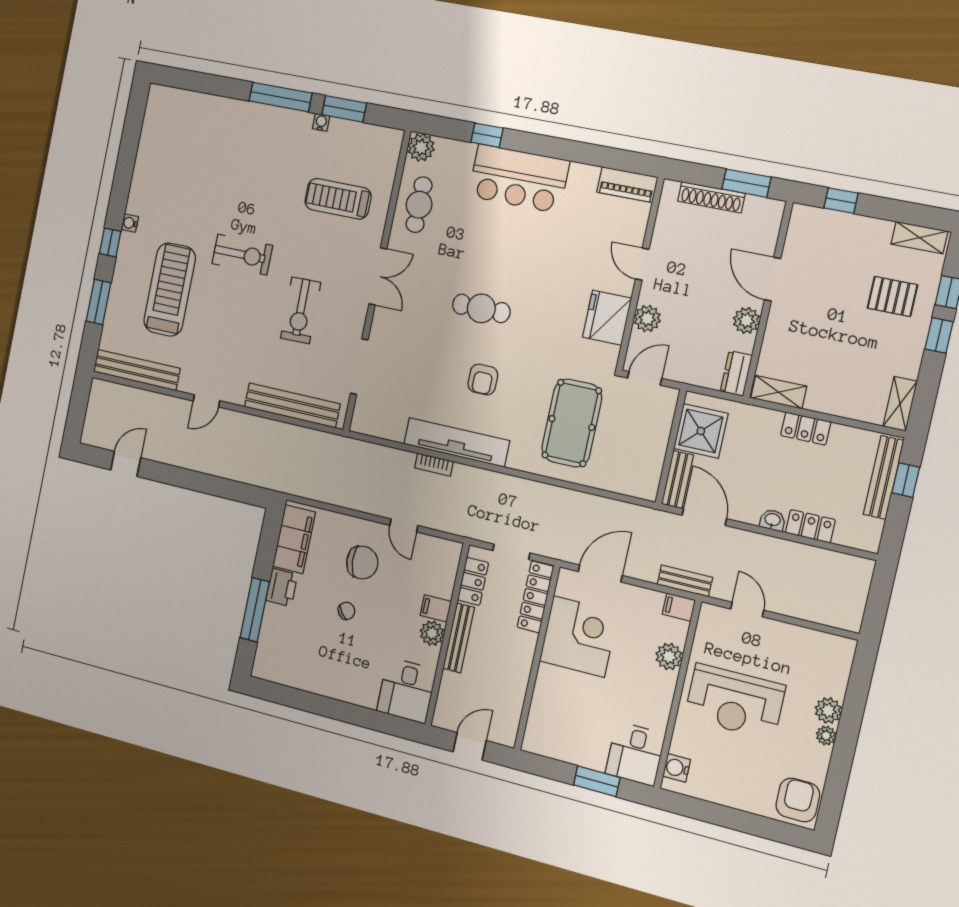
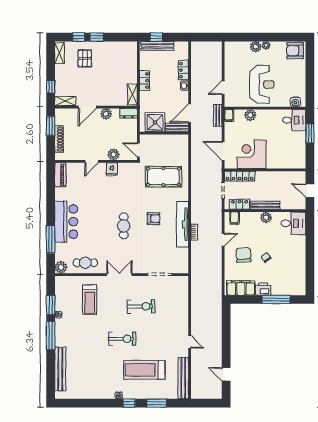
window: (487, 135) -> (51, 239), width x2.17
exercise bike: (242, 255) -> (122, 339), turned 90
fridge: (607, 318) -> (112, 169), width x0.53, depth x0.75
shelving: (900, 404) -> (65, 101), moved
bench: (292, 405) -> (60, 369), moved
filing cabinet: (436, 608) -> (235, 218), moved

